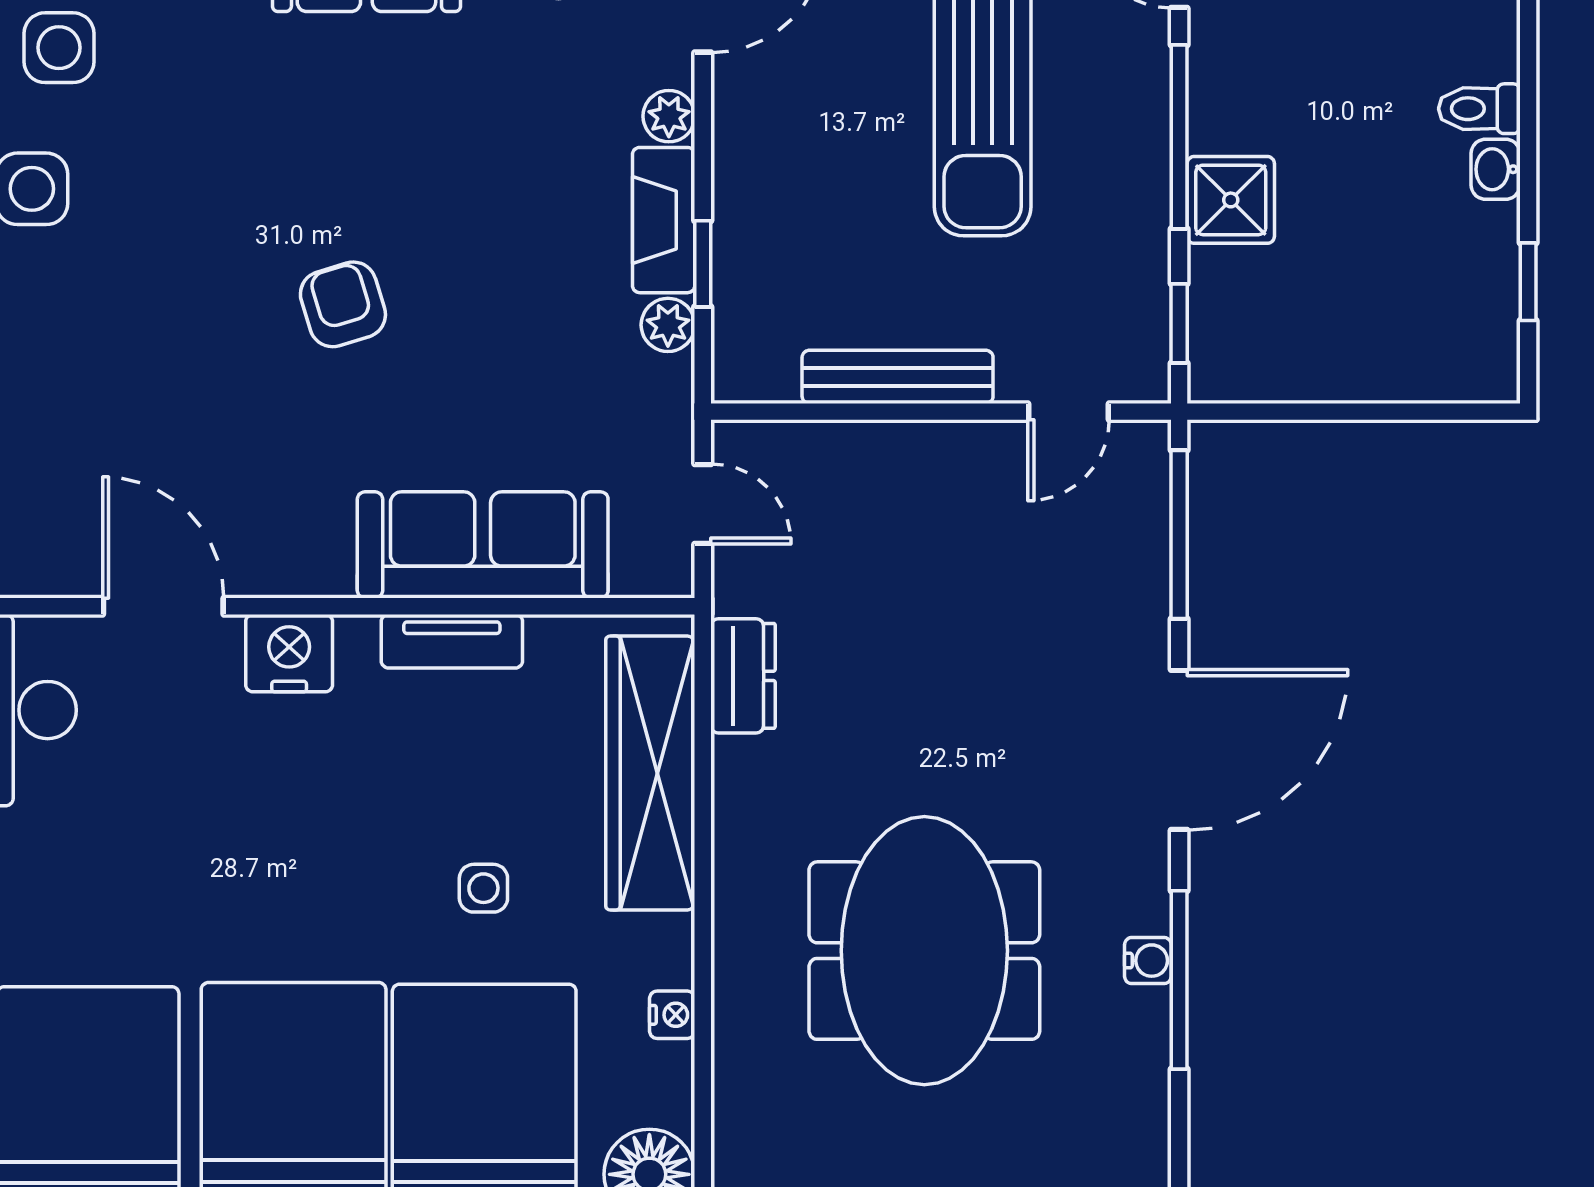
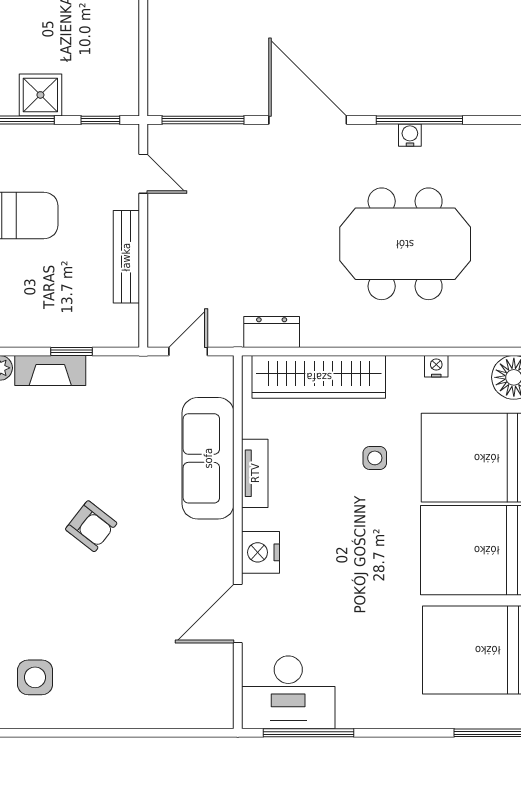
armchair: (343, 304) -> (91, 526), turned -125
plant: (668, 325) -> (101, 368), removed

